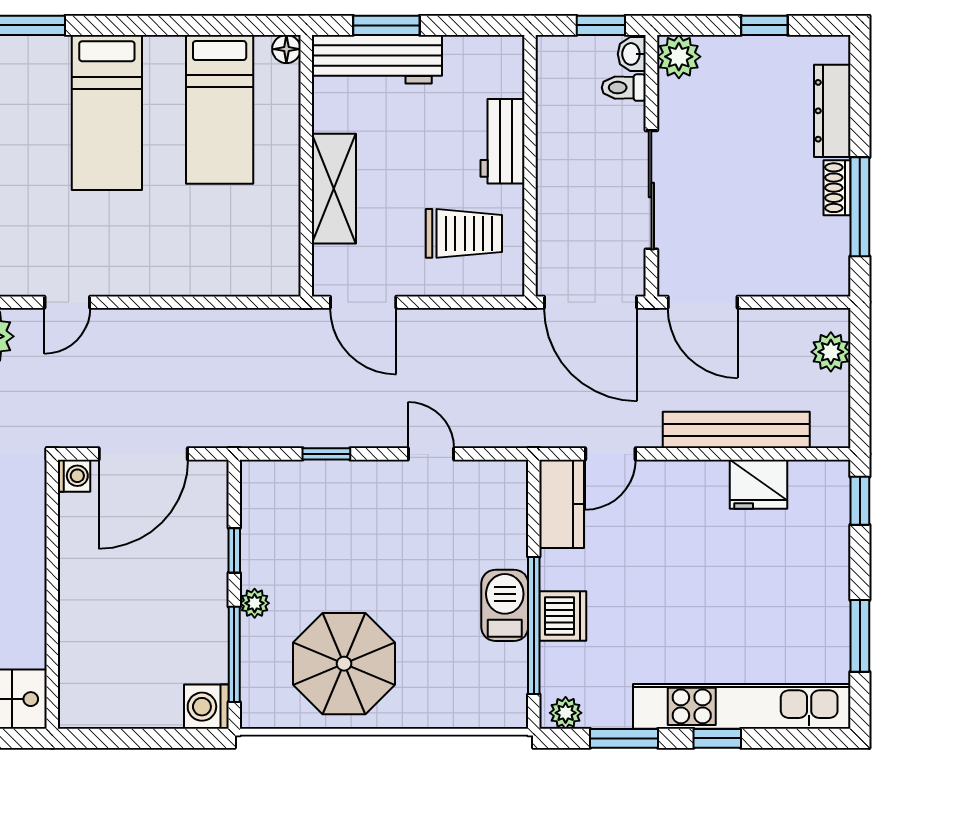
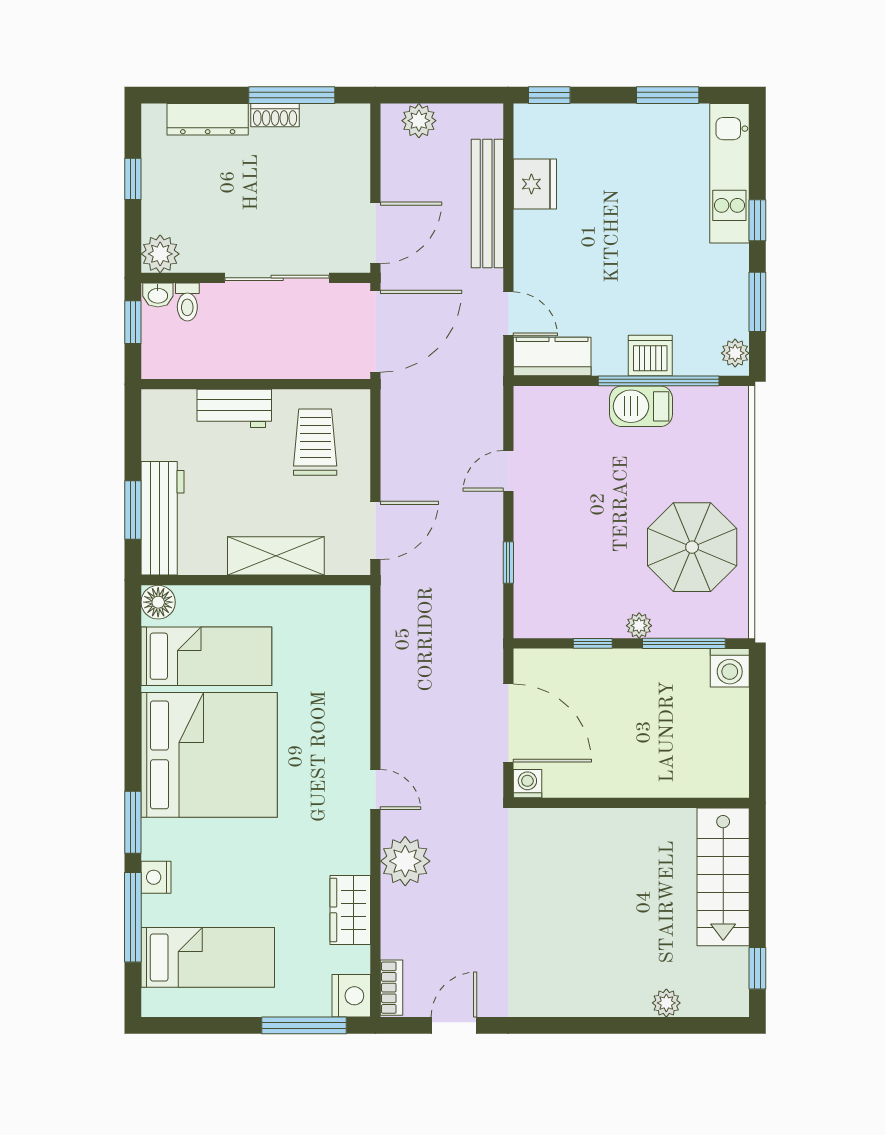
floor lamp: (286, 49) -> (158, 602), width x1.37, depth x1.37
bed: (107, 113) -> (209, 755), width x2.04
kitchen unit: (742, 706) -> (729, 173), width x0.73

